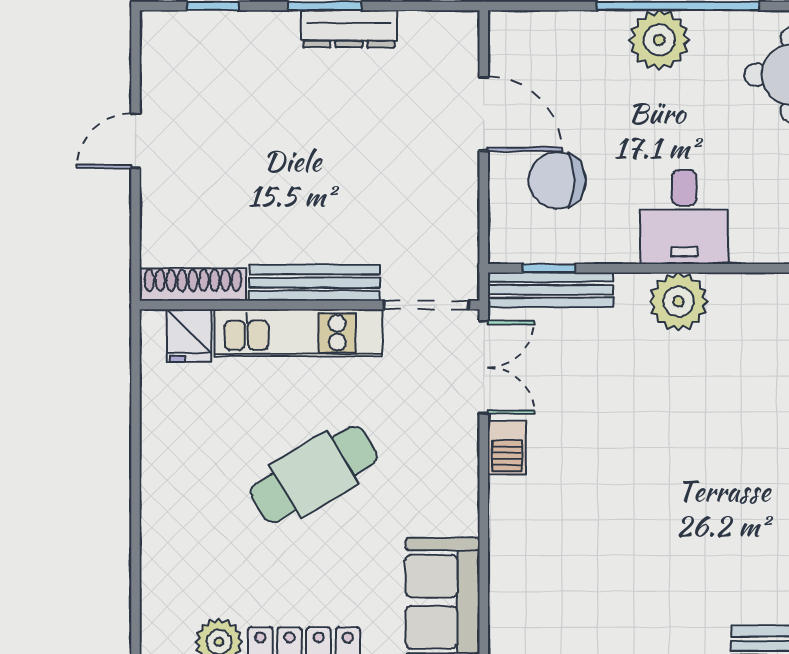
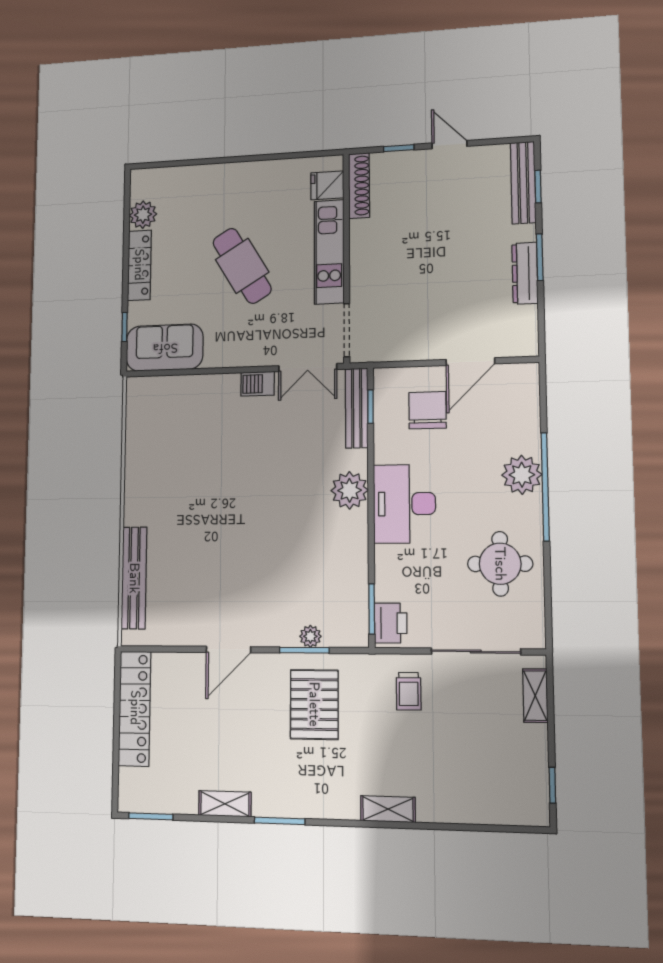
desk: (684, 217) -> (404, 504), width x1.37
window: (136, 221) -> (399, 148), added
bench: (315, 283) -> (523, 183), moved

